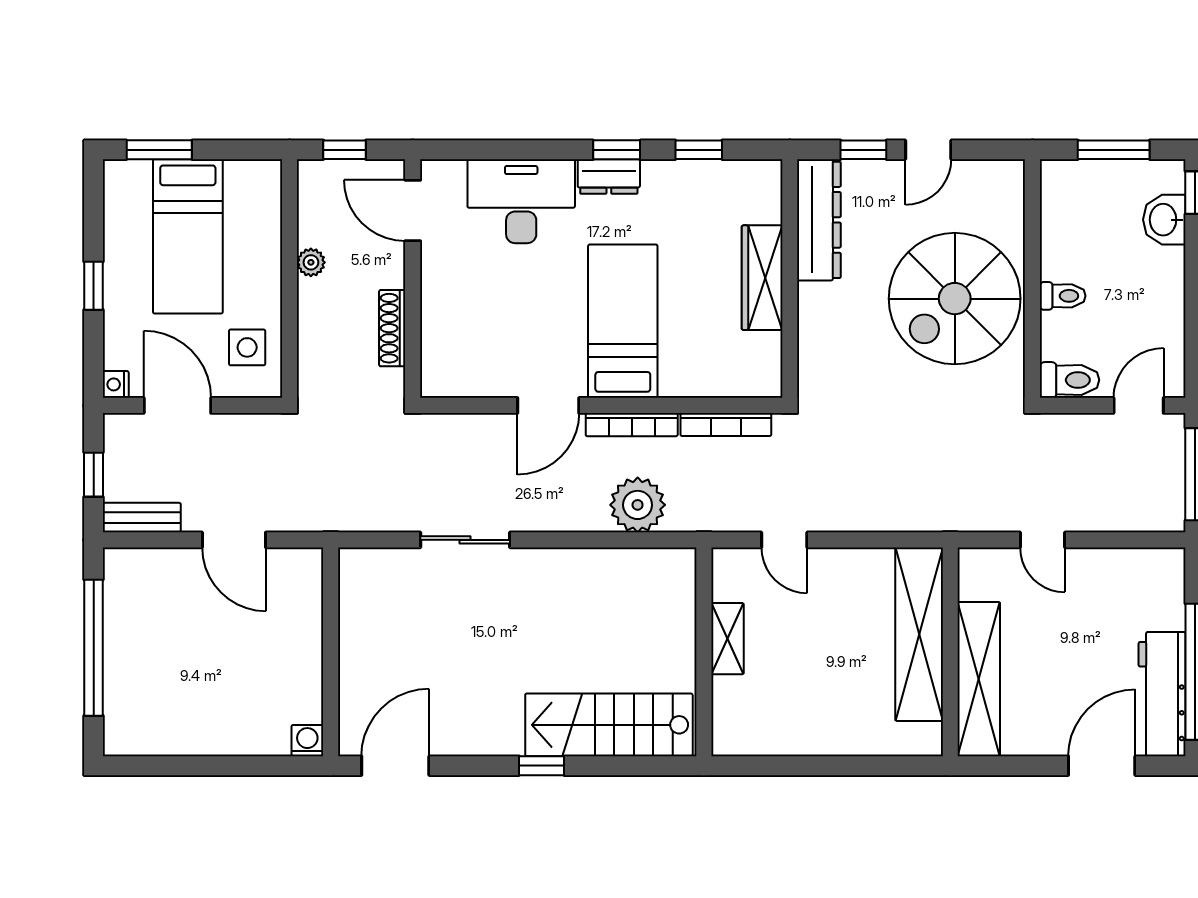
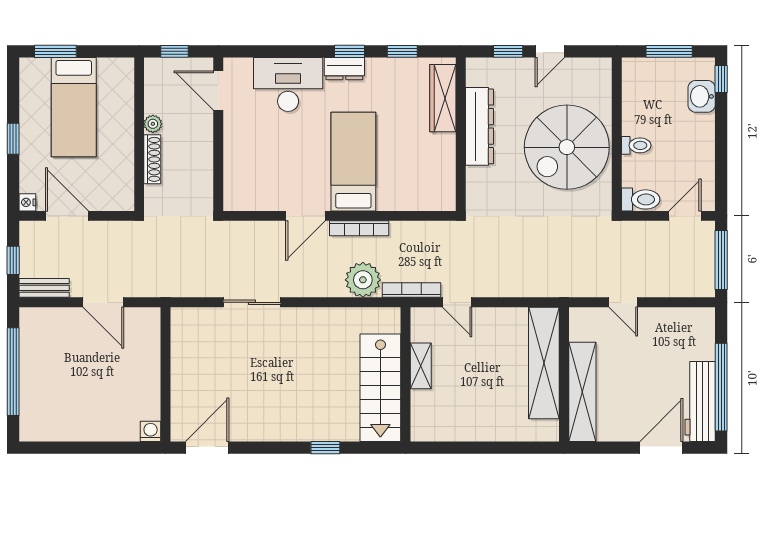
dresser: (819, 220) -> (479, 126), moved
wardrobe: (762, 278) -> (443, 98), moved
shoe rack: (392, 328) -> (152, 159), moved, turned 180
side table: (247, 347) -> (112, 179), removed
bookcase: (726, 425) -> (412, 290), moved, turned 180
stairs: (609, 725) -> (380, 388), moved, turned -90
window: (542, 766) -> (325, 448), moved

